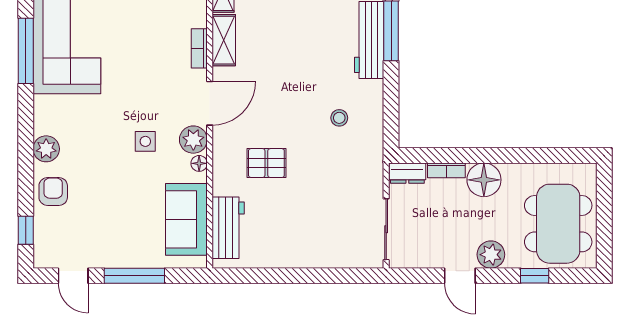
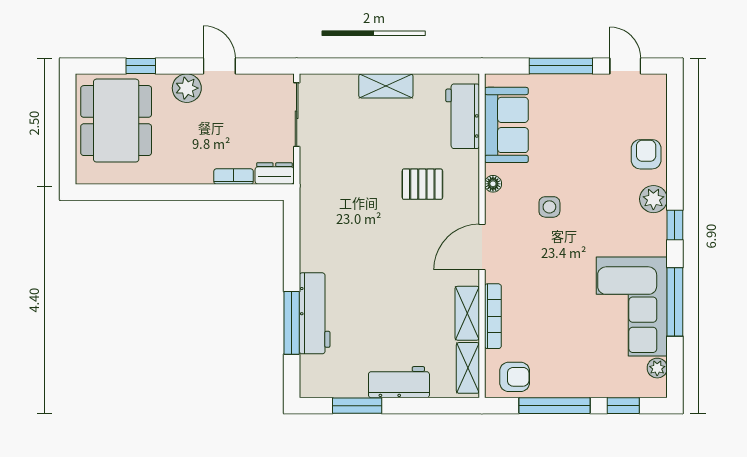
bookcase: (199, 48) -> (493, 316), width x1.56
stool: (339, 118) -> (346, 232), removed
plant: (193, 140) -> (499, 209), removed
floor lamp: (484, 180) -> (194, 167), removed
armchair: (53, 192) -> (646, 154), turned 180
window: (26, 230) -> (675, 225), moved
shelving: (301, 257) -> (386, 86), added

